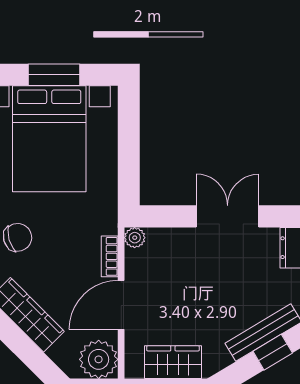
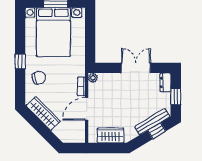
plant: (99, 359) -> (76, 134), removed

